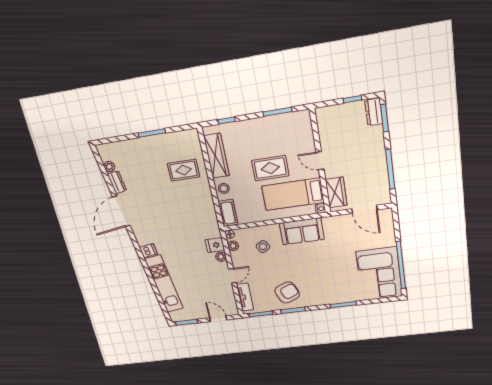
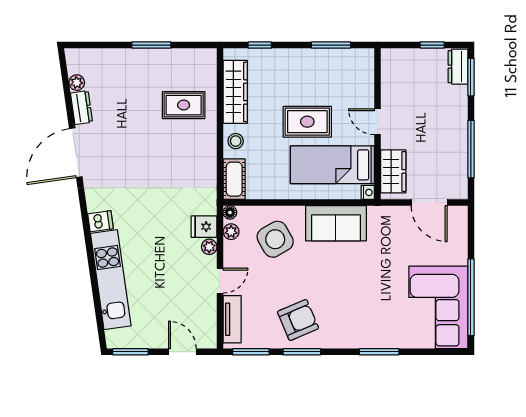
side table: (263, 247) -> (275, 239), width x1.87, depth x1.87

